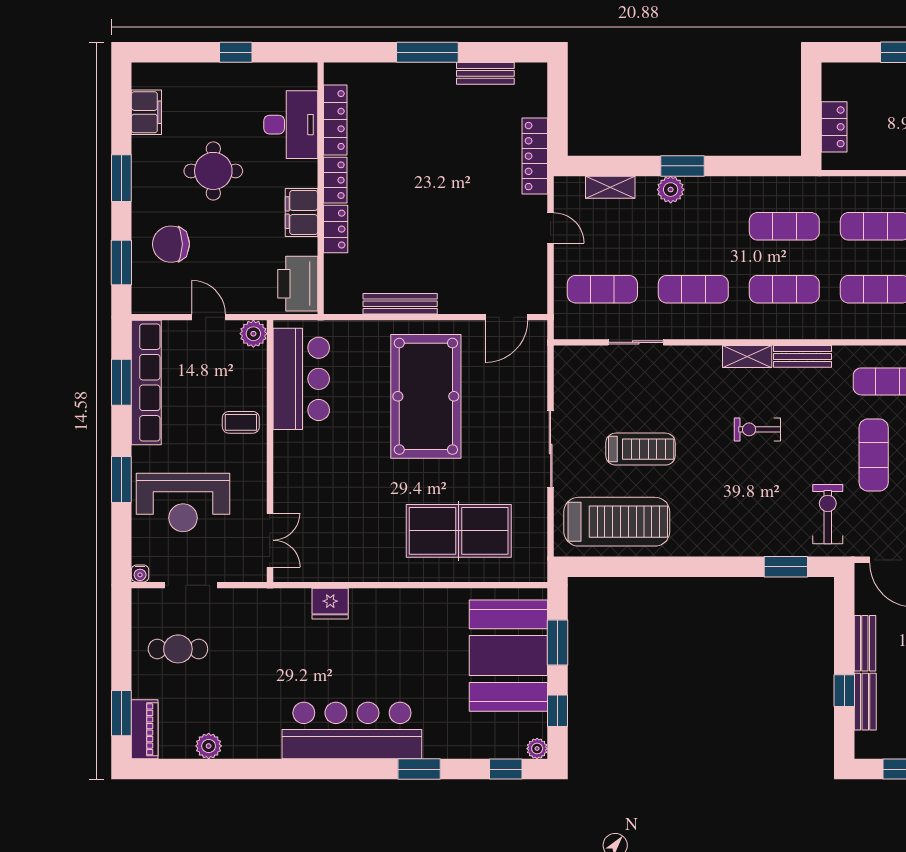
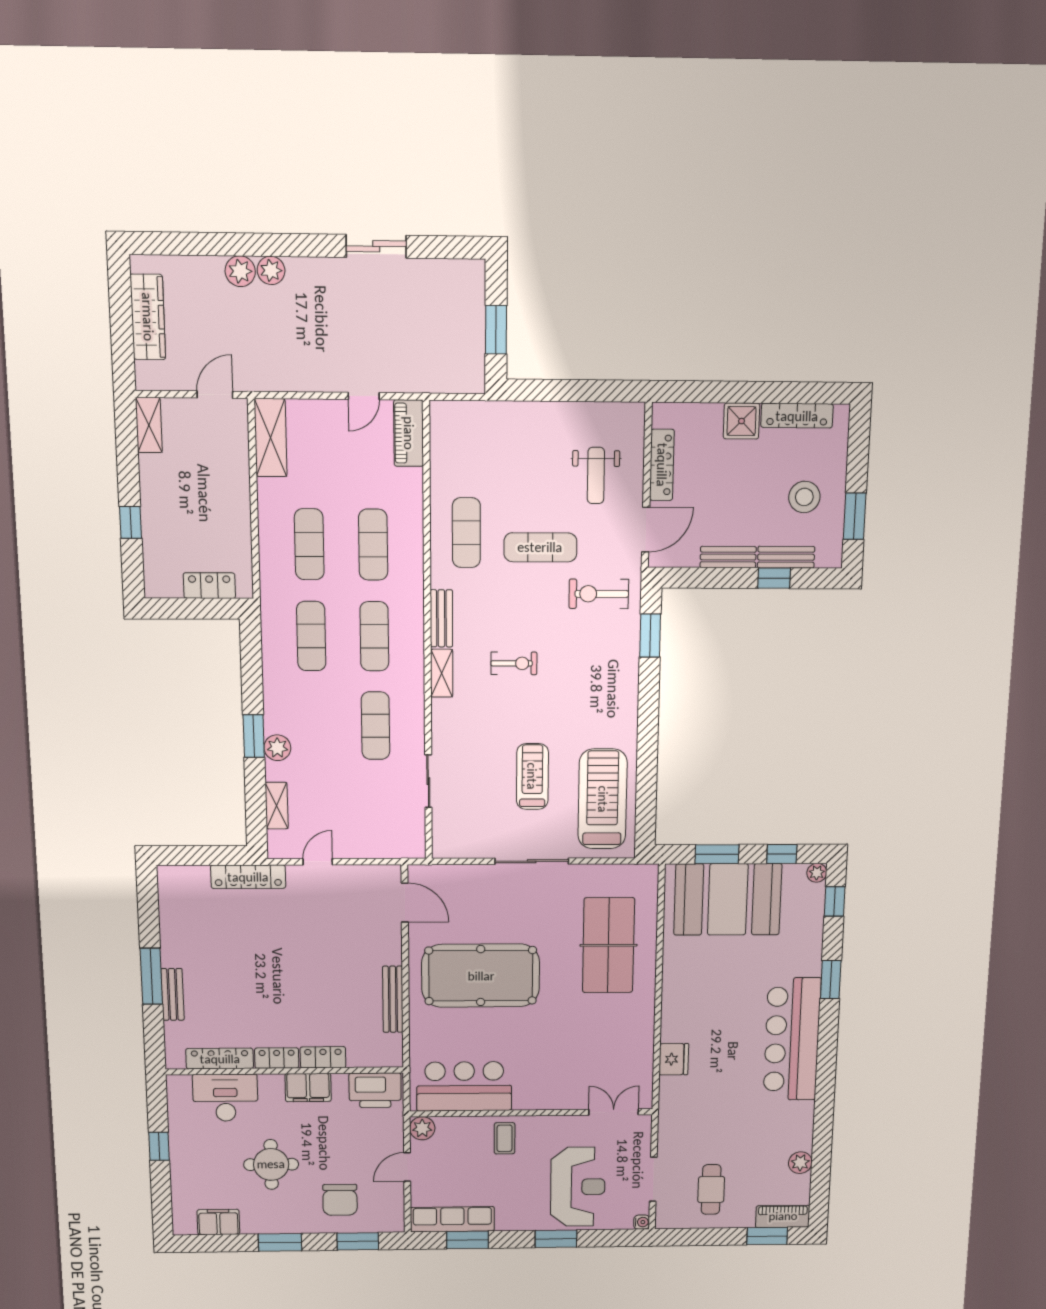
bench: (485, 73) -> (172, 994), moved
exercise mat: (602, 289) -> (377, 813), removed
row of seats: (146, 382) -> (452, 1219), width x0.73
exercise bike: (757, 429) -> (514, 663), turned -90

